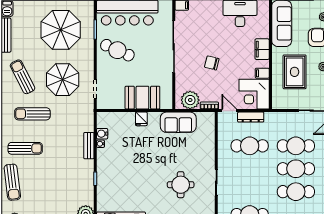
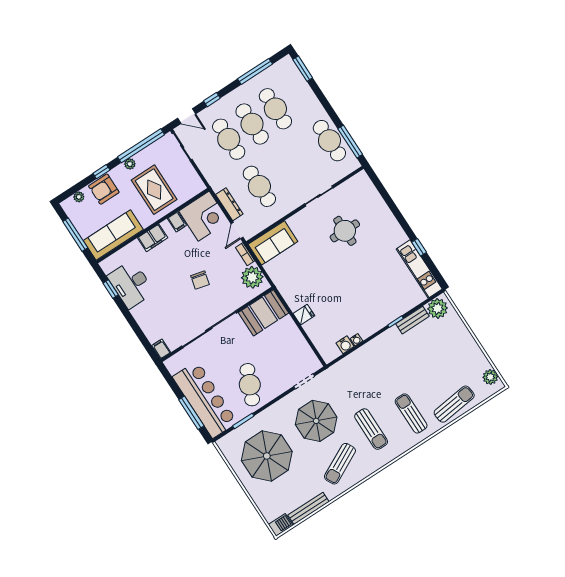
rug: (295, 72) -> (154, 190), turned 90
booth: (142, 98) -> (264, 313), moved, turned 90
sofa: (178, 122) -> (273, 243), moved, turned 90
bench: (89, 146) -> (412, 320), moved

